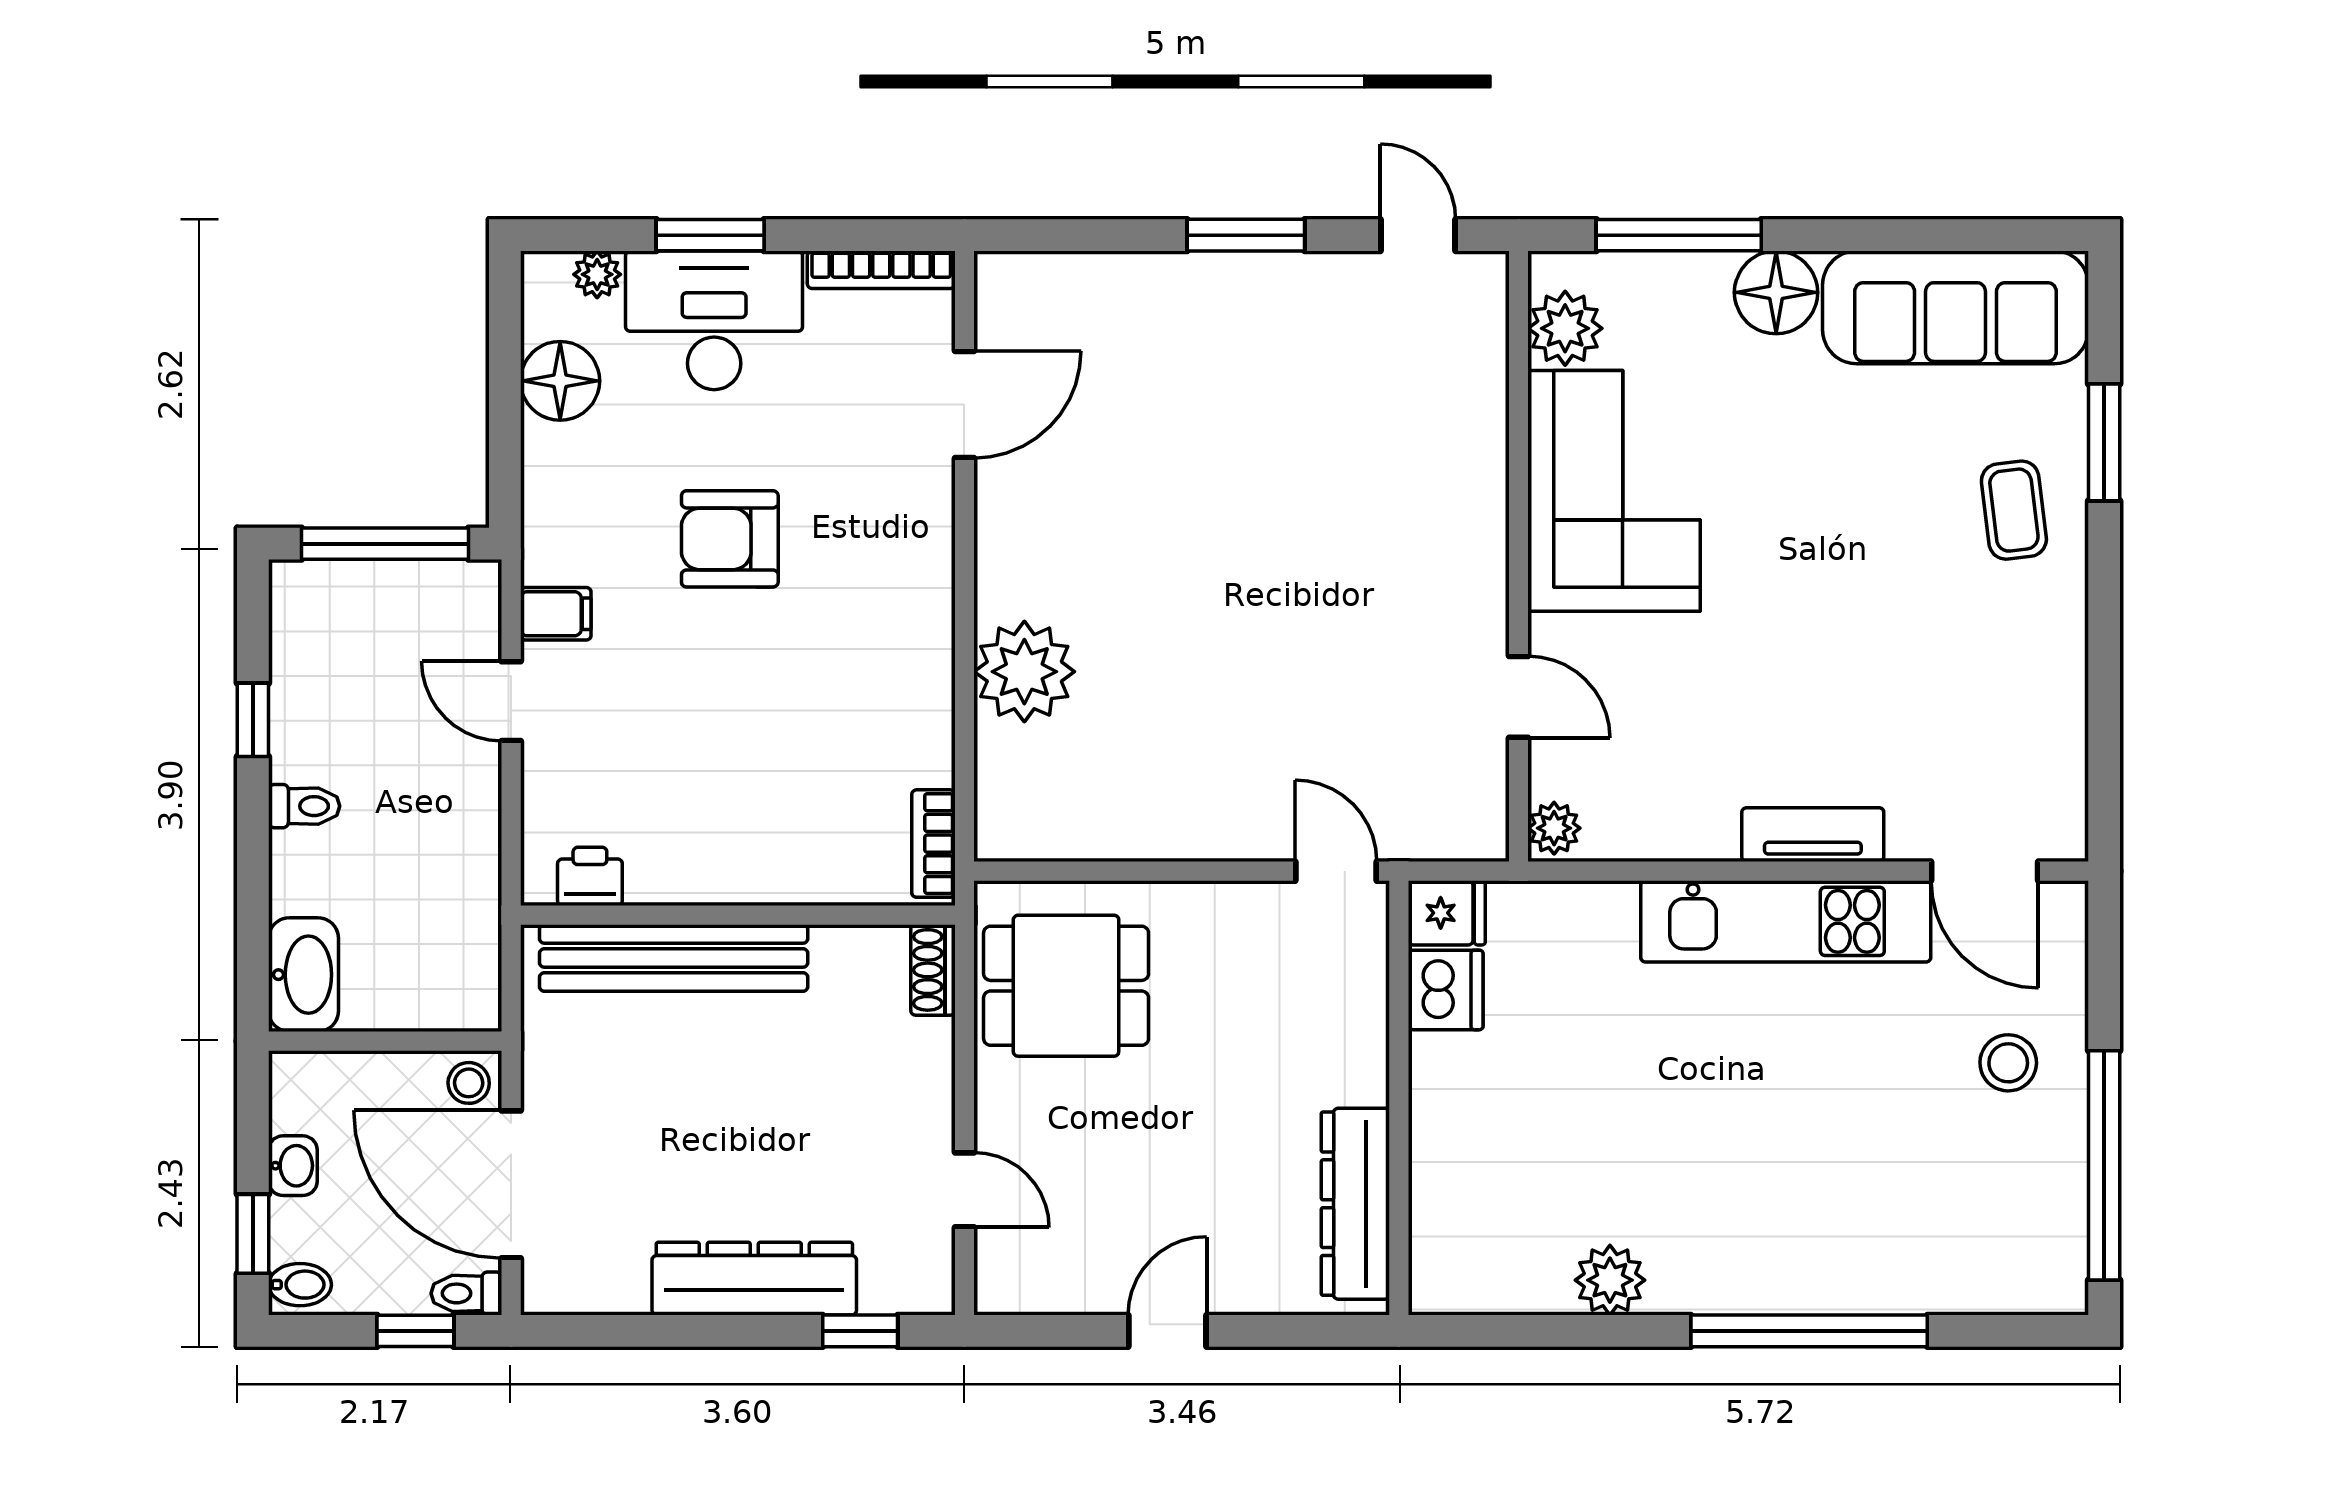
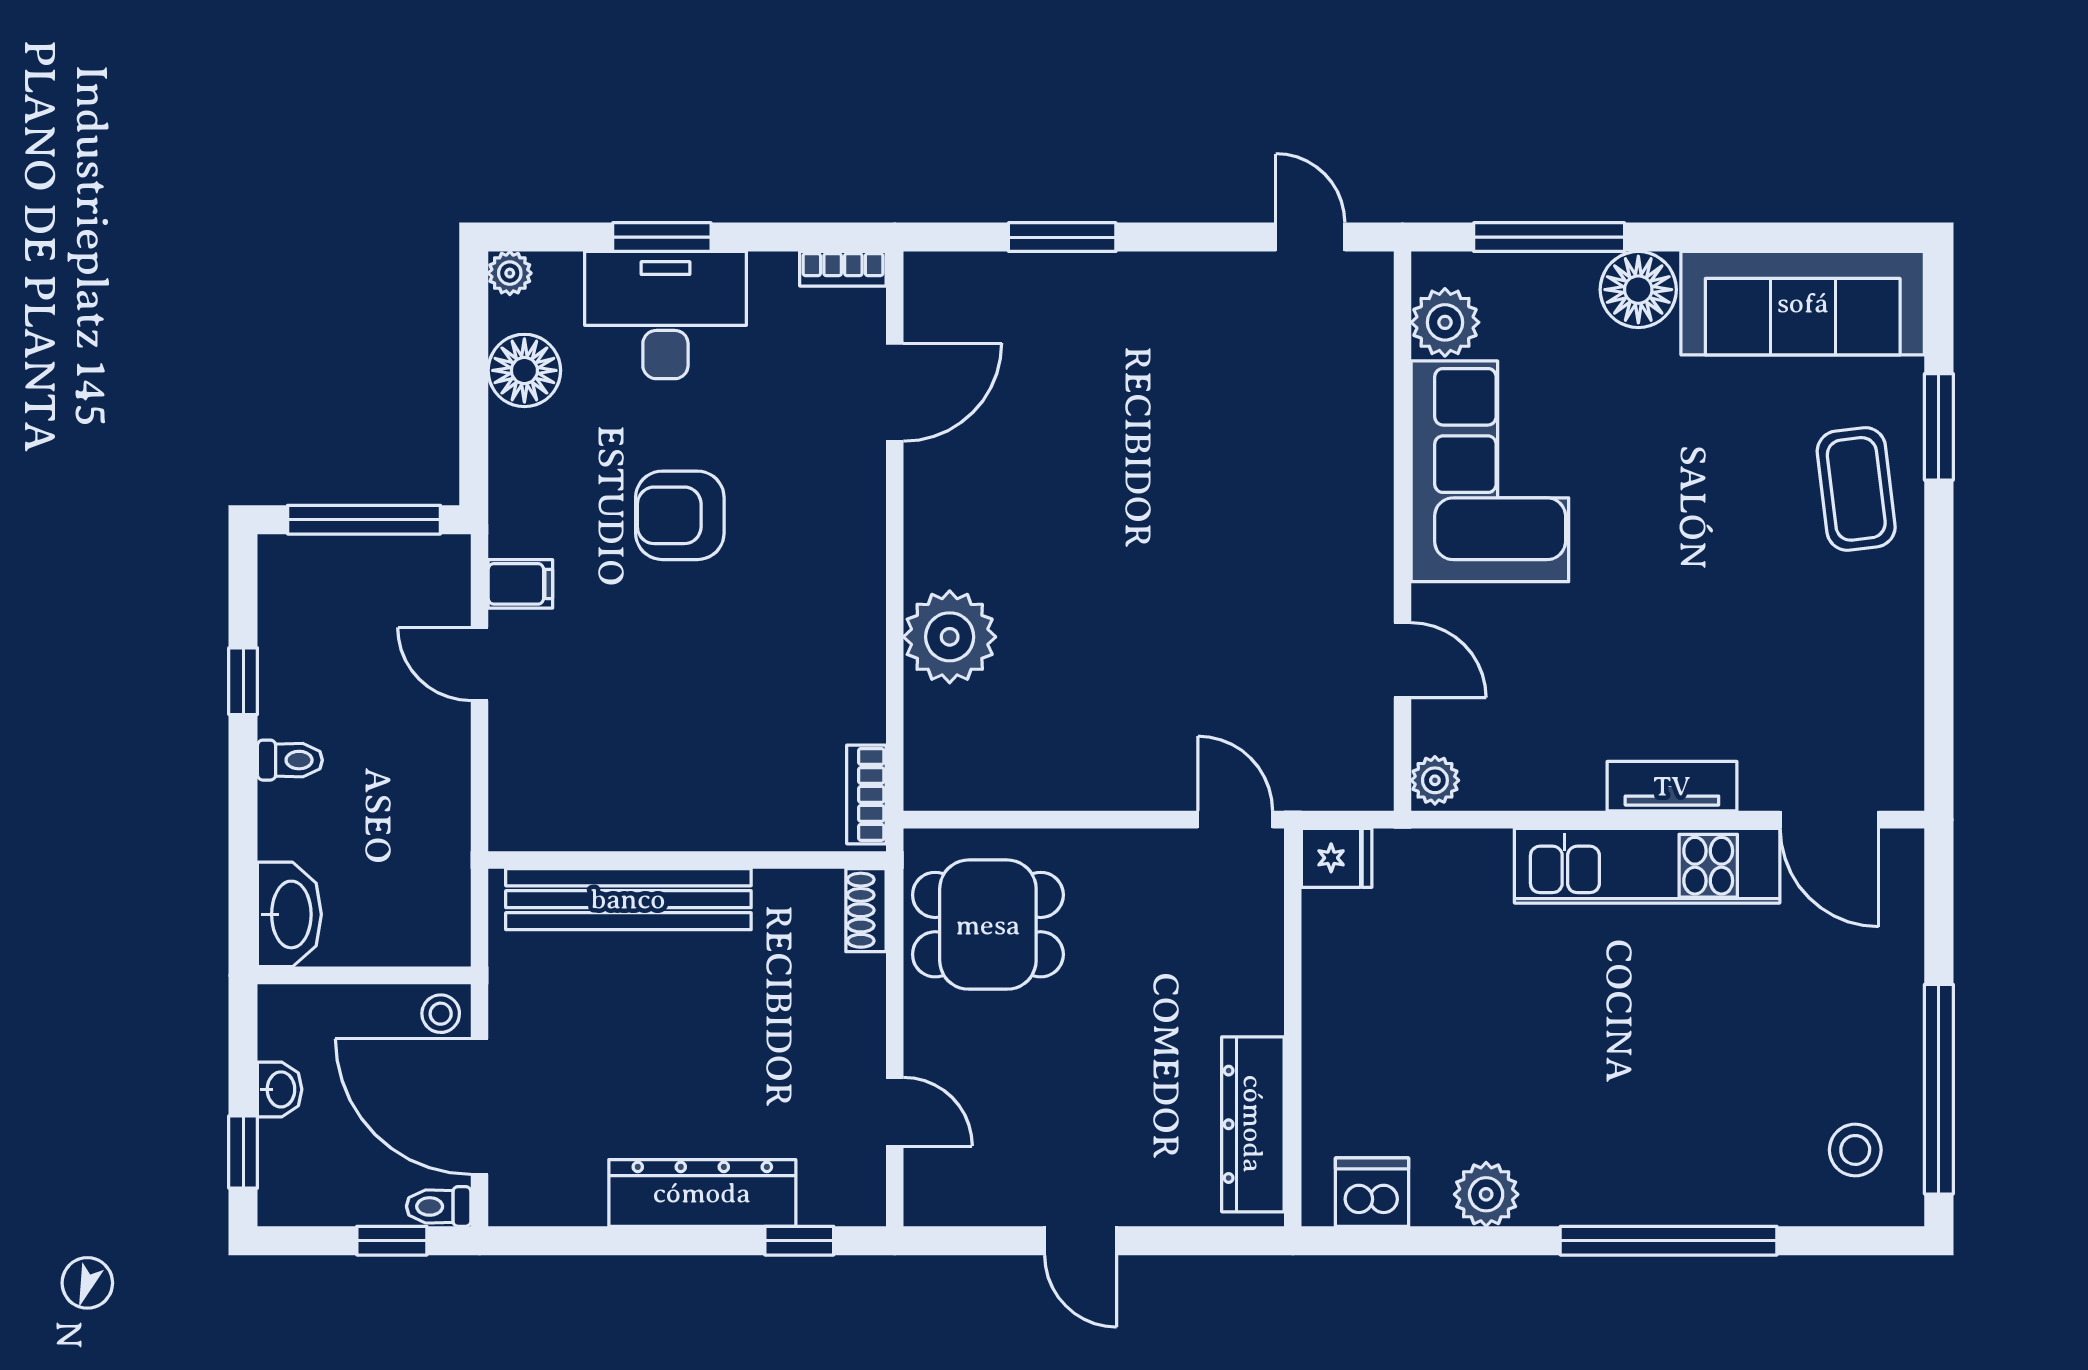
window: (1246, 235) -> (1062, 237), moved
bookcase: (881, 270) -> (843, 269), width x0.64
plant: (597, 274) -> (510, 273), moved
coffee table: (2014, 510) -> (1856, 489), width x1.36, depth x1.30
printer: (590, 876) -> (552, 825), removed
dishwasher: (1446, 990) -> (1372, 1192), moved, turned -90
stool: (2008, 1063) -> (1855, 1150), moved
bidet: (300, 1285) -> (286, 1198), removed
door: (1167, 1331) -> (1081, 1241), swing flipped

